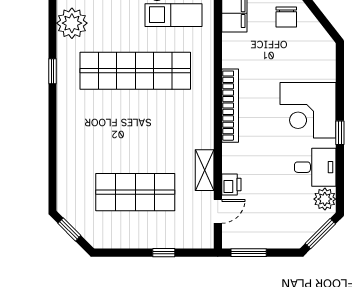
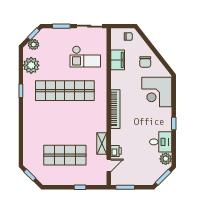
corner desk: (308, 110) -> (157, 92), moved

